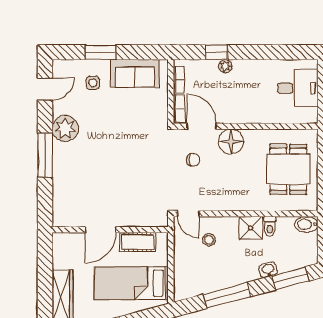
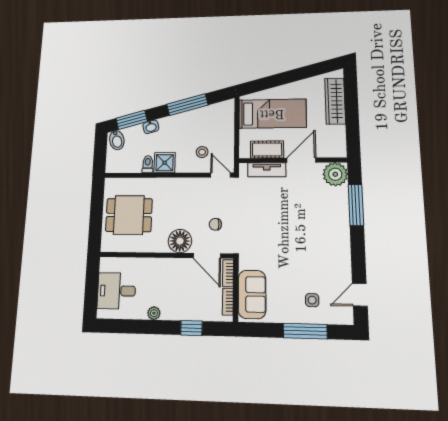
window: (101, 52) -> (305, 331), width x1.44
plant: (225, 66) -> (154, 313), moved
sofa: (135, 73) -> (252, 294), moved, turned 90
plant: (65, 128) -> (335, 174), moved
window: (45, 155) -> (356, 205), moved
dining table: (288, 169) -> (129, 215), turned 90
tv unit: (138, 219) -> (267, 170), added
bidet: (306, 224) -> (117, 140), moved, turned 75

